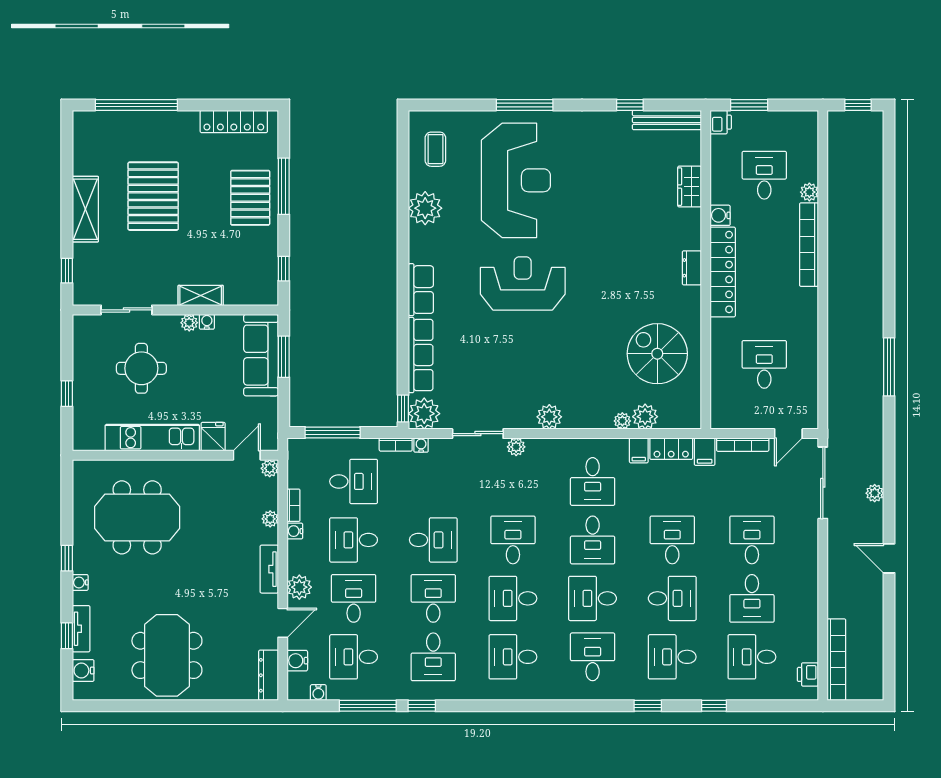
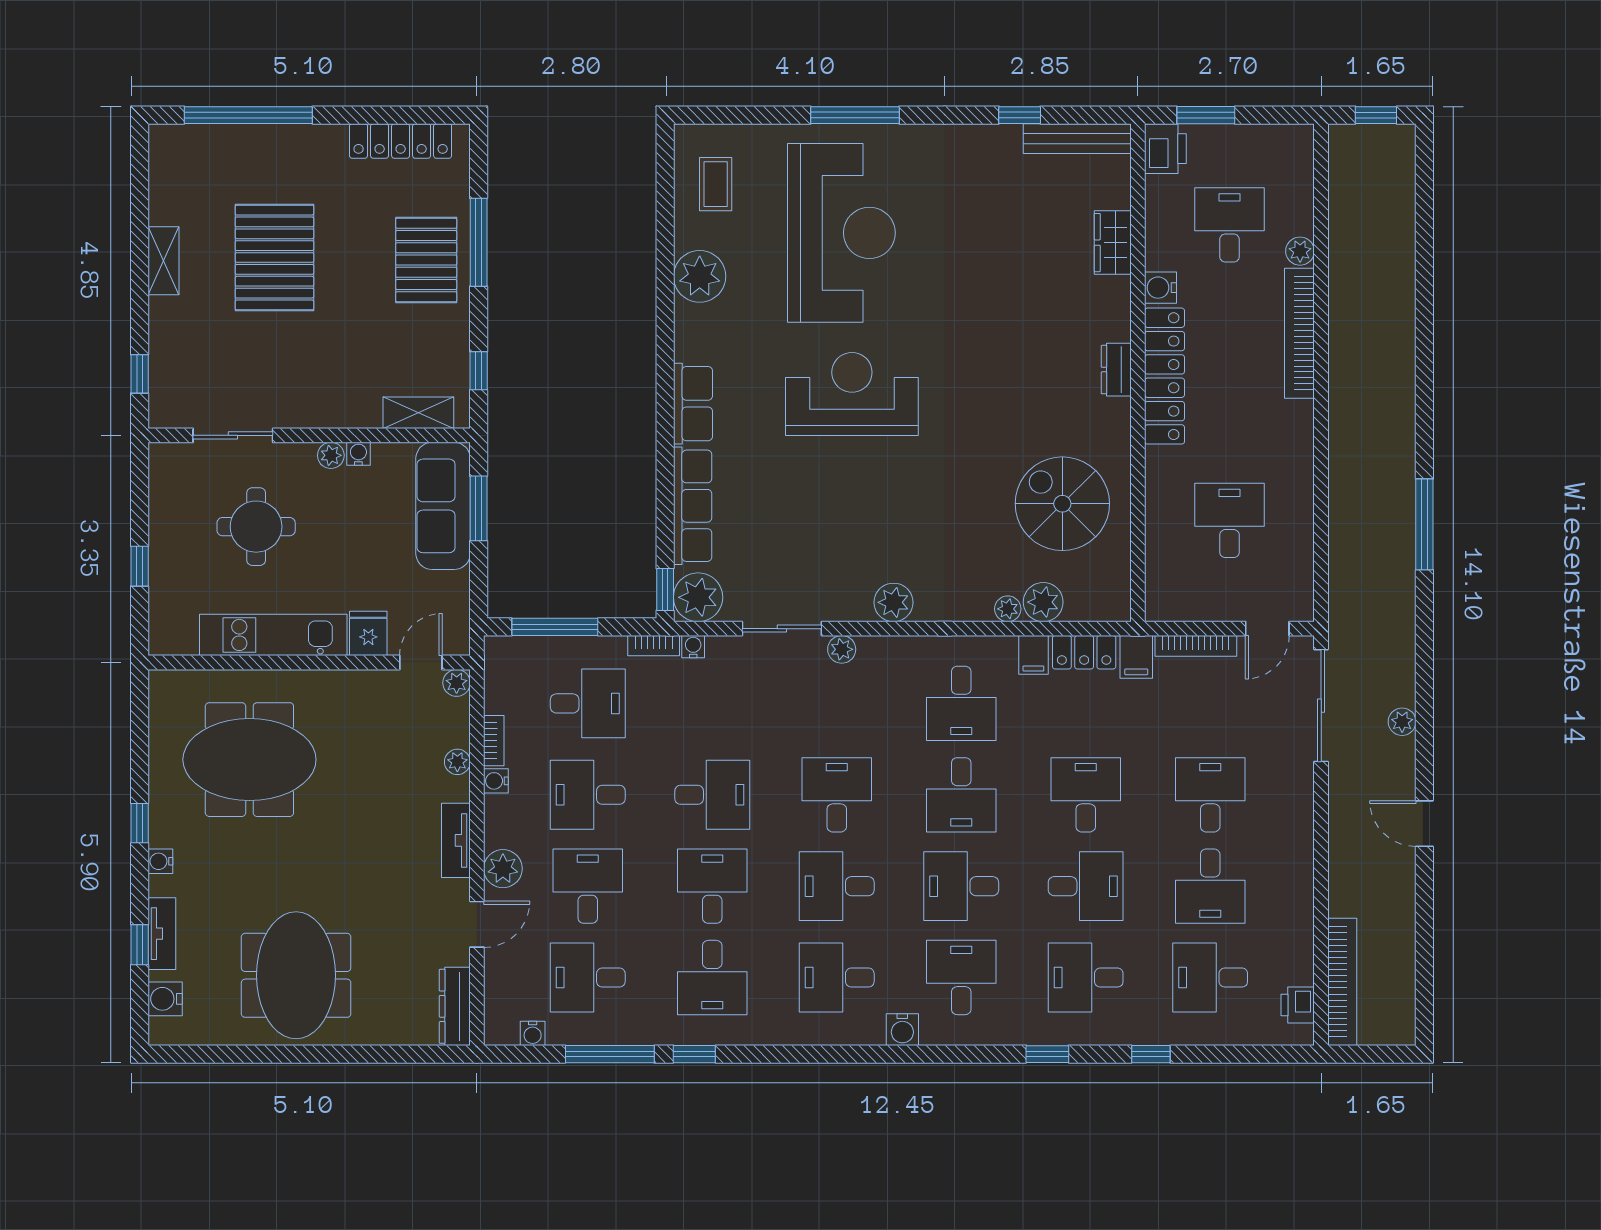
printer: (721, 122) -> (1165, 149), width x1.36, depth x1.24
shelving: (85, 209) -> (163, 261), width x0.67, depth x0.75
shelving: (201, 295) -> (418, 413), moved
water cooler: (297, 661) -> (902, 1030), moved, turned -90

